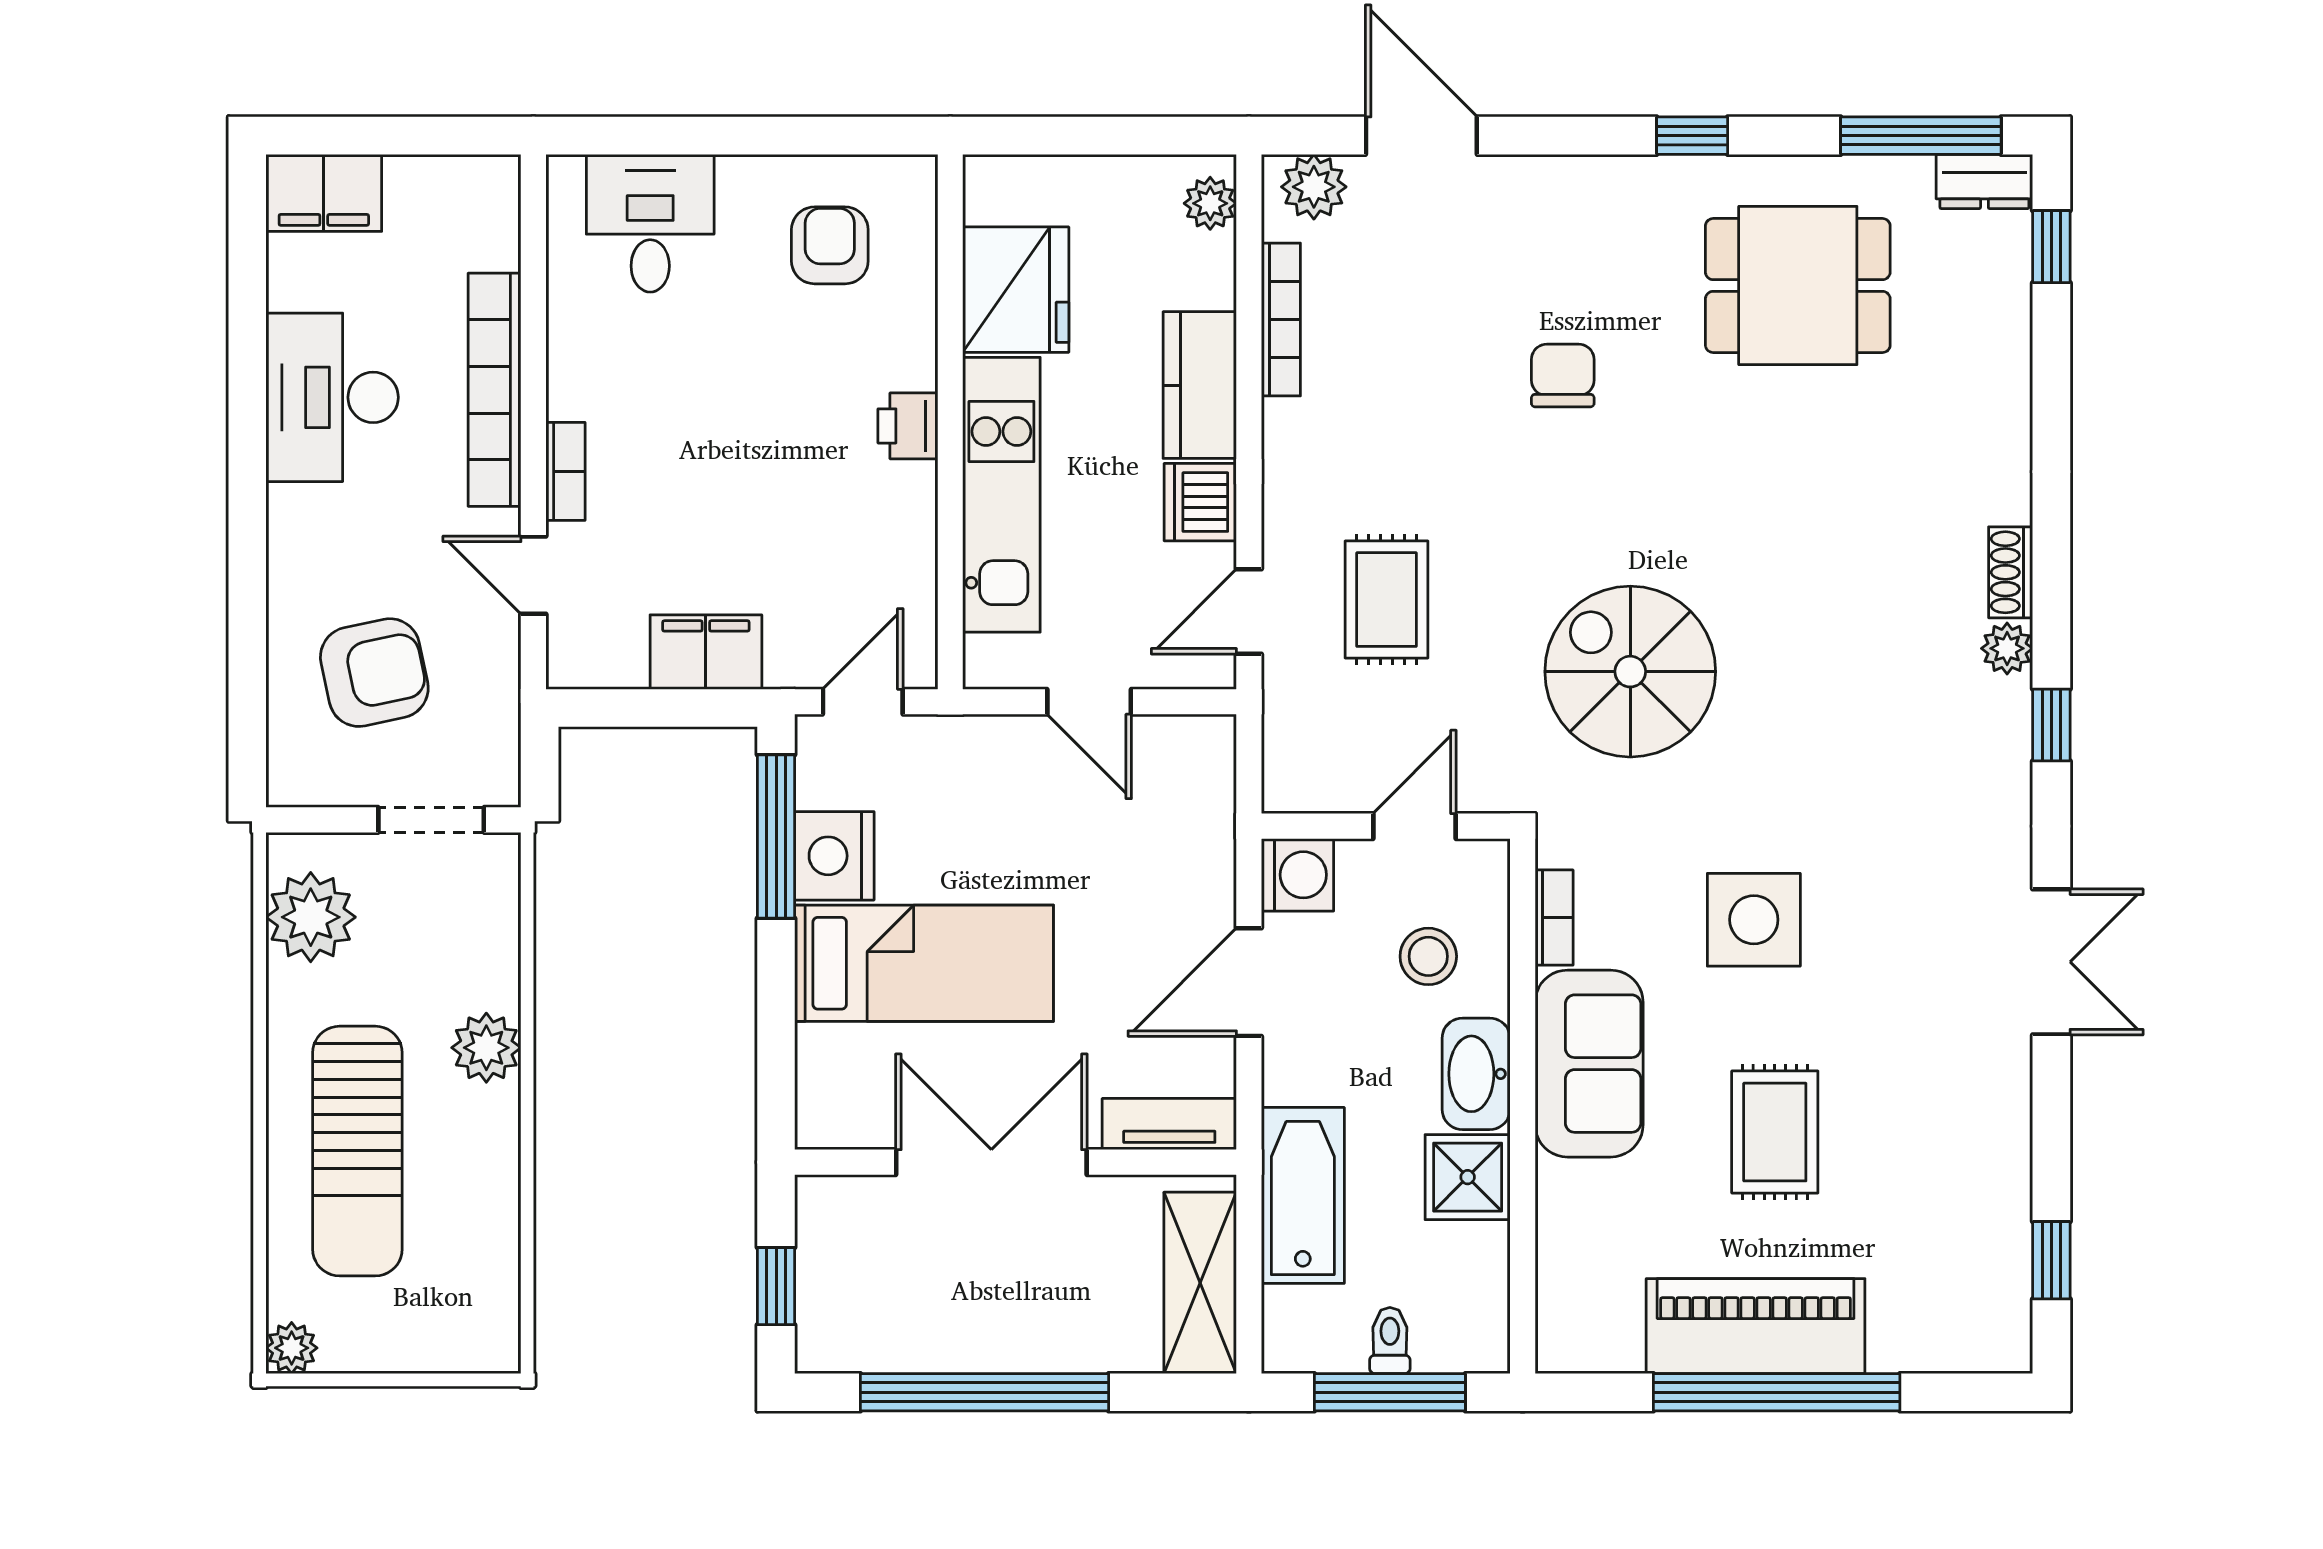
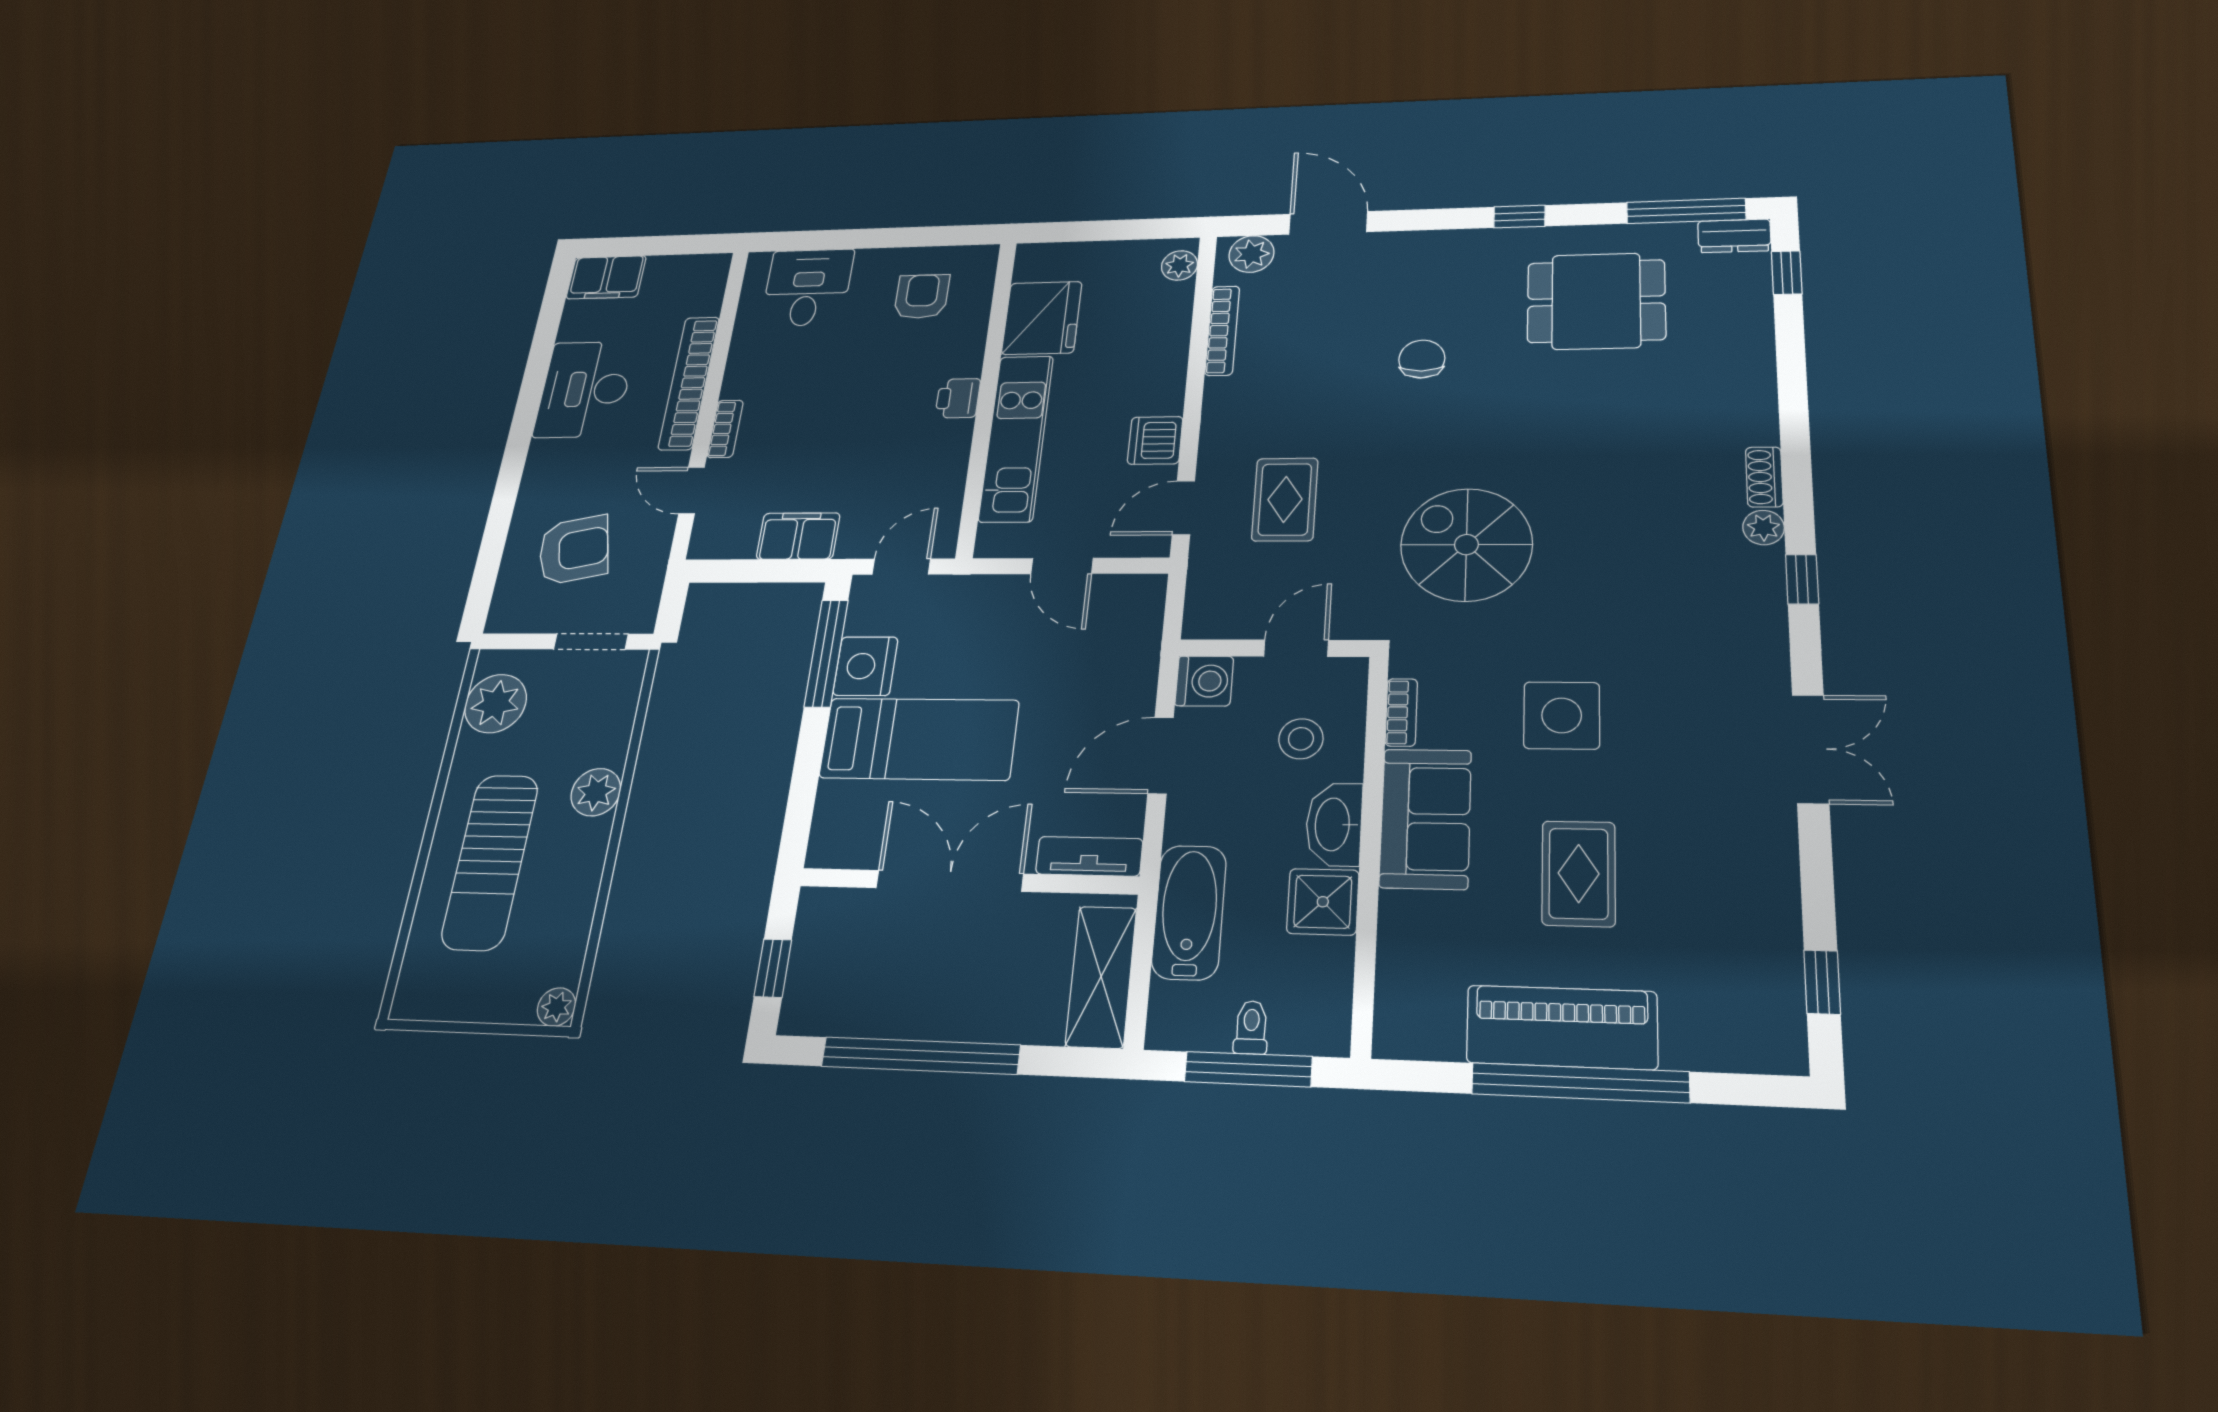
kitchen counter: (1200, 385) -> (1162, 370), removed
plant: (292, 1348) -> (556, 1007), moved

